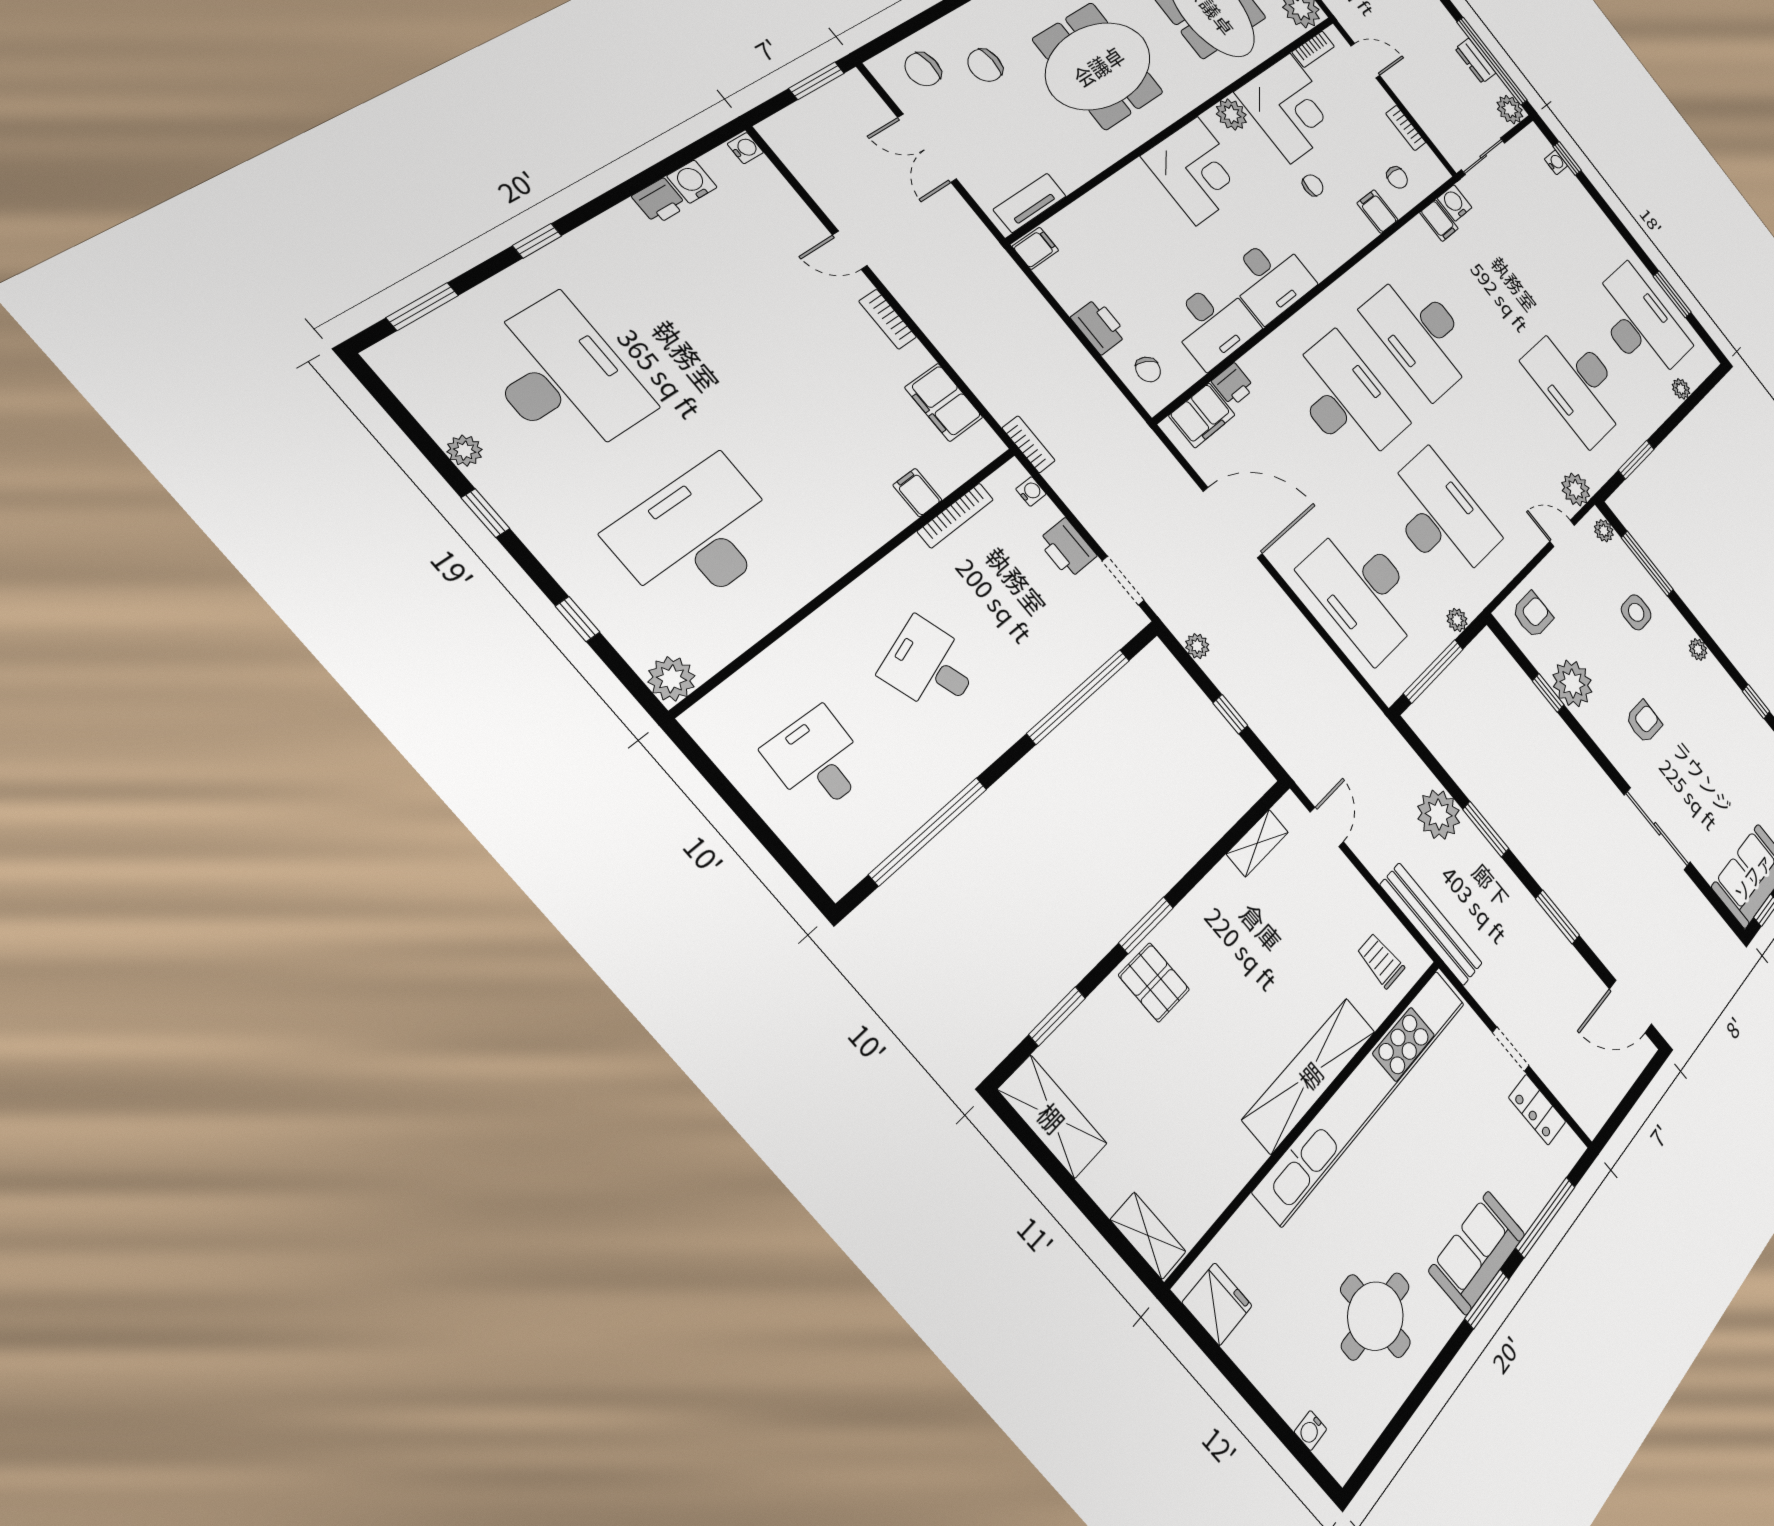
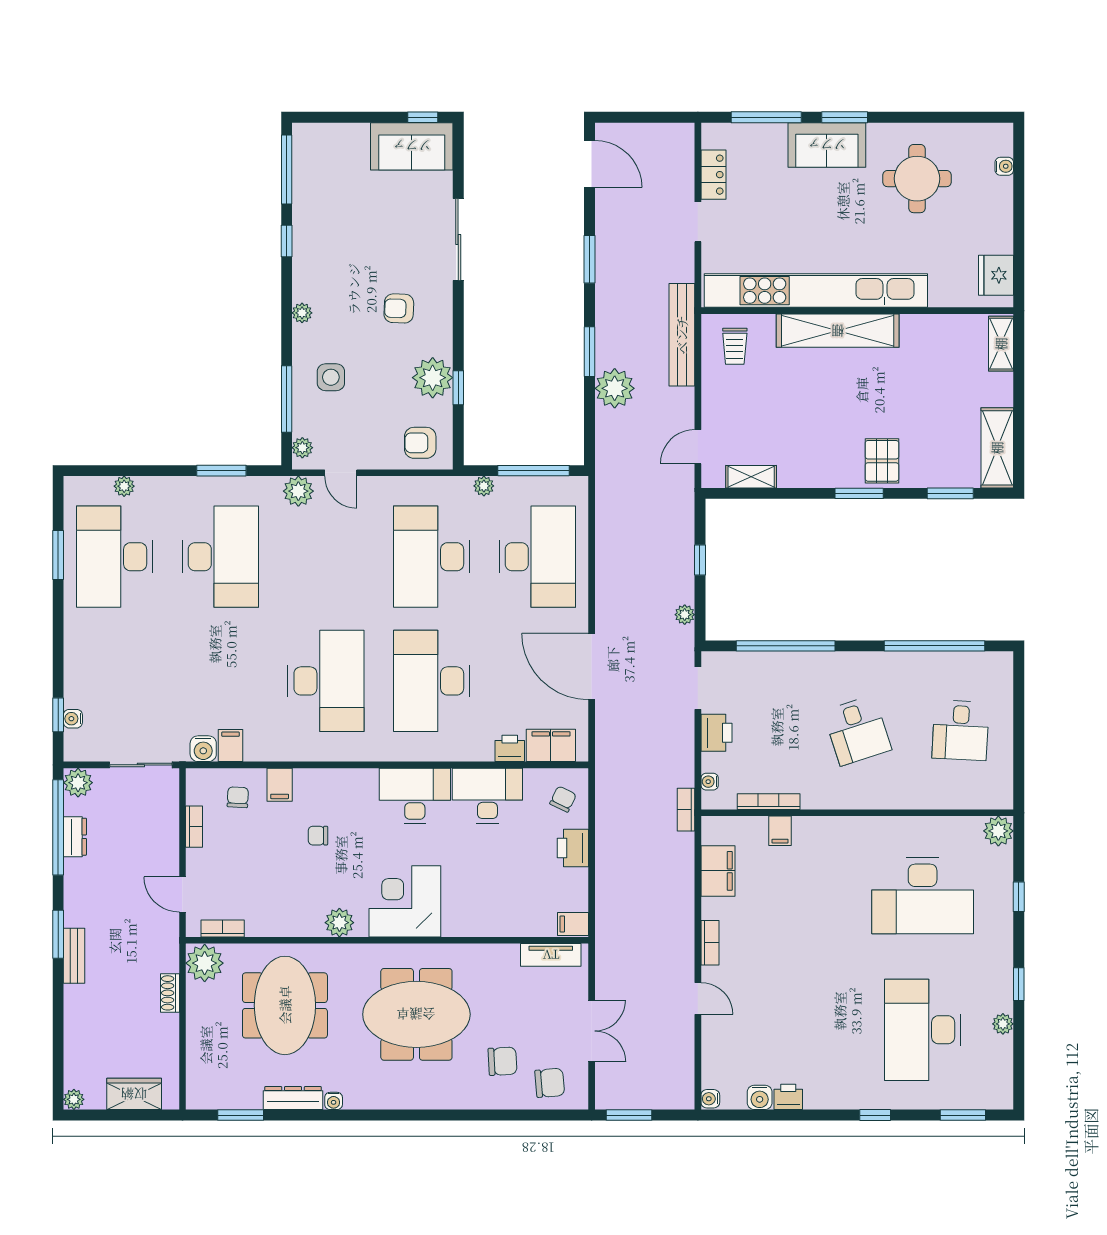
corner desk: (1290, 108) -> (285, 899), removed

